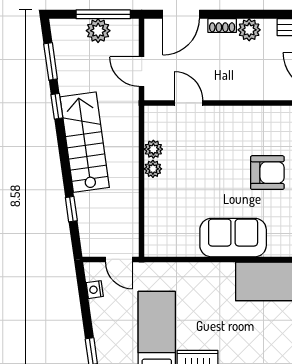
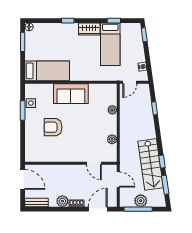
stairs: (85, 142) -> (151, 164), moved
plant: (153, 169) -> (112, 110), moved
door: (119, 259) -> (130, 82), swing flipped

